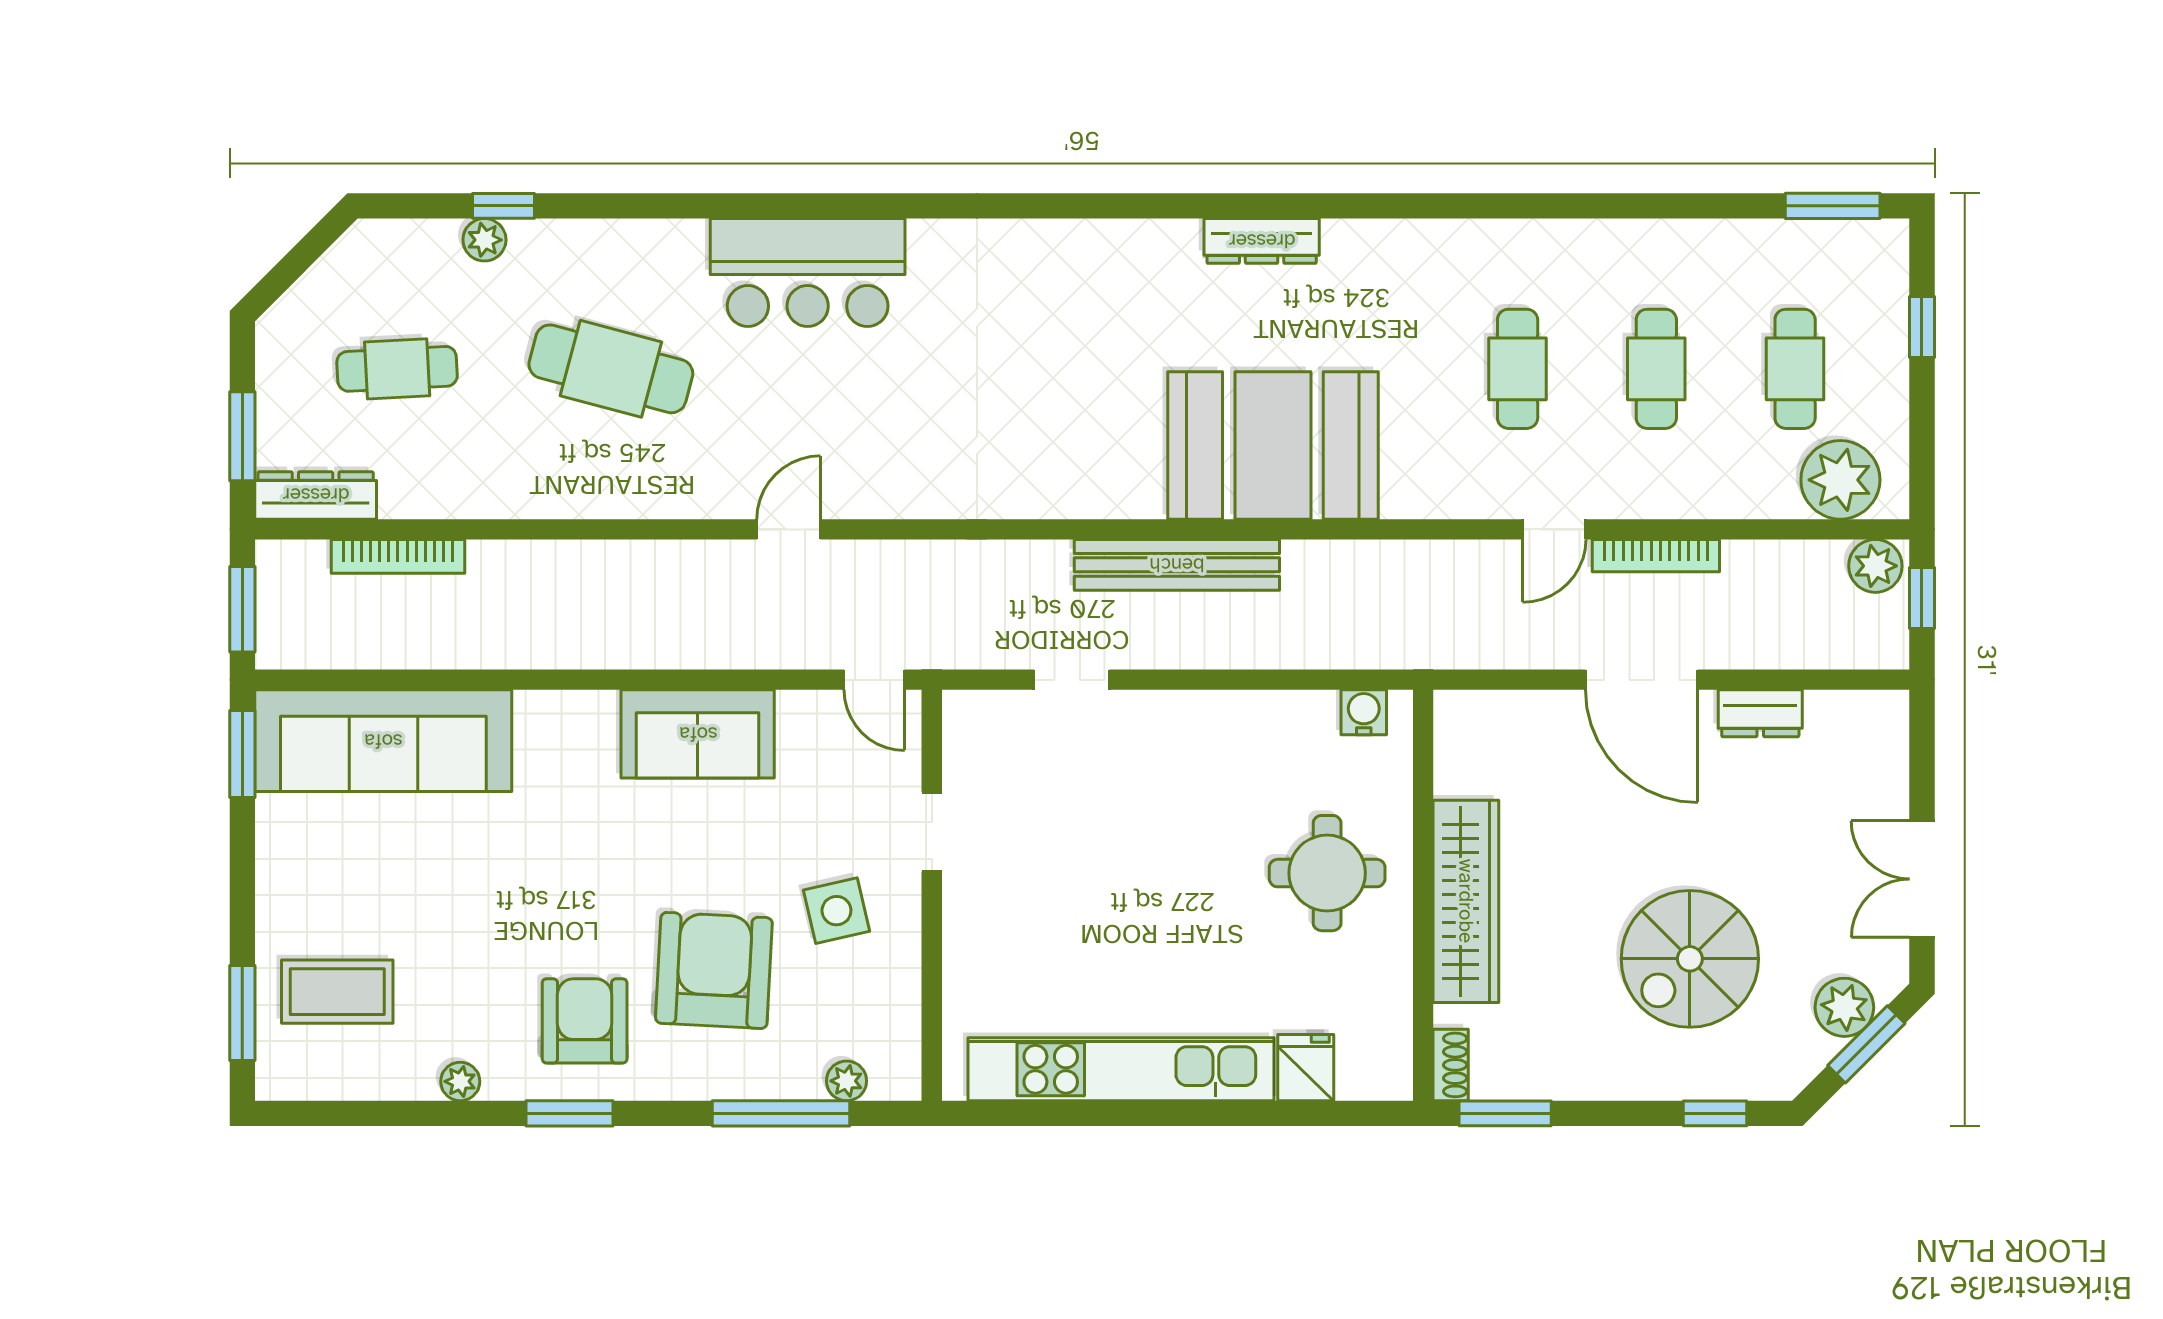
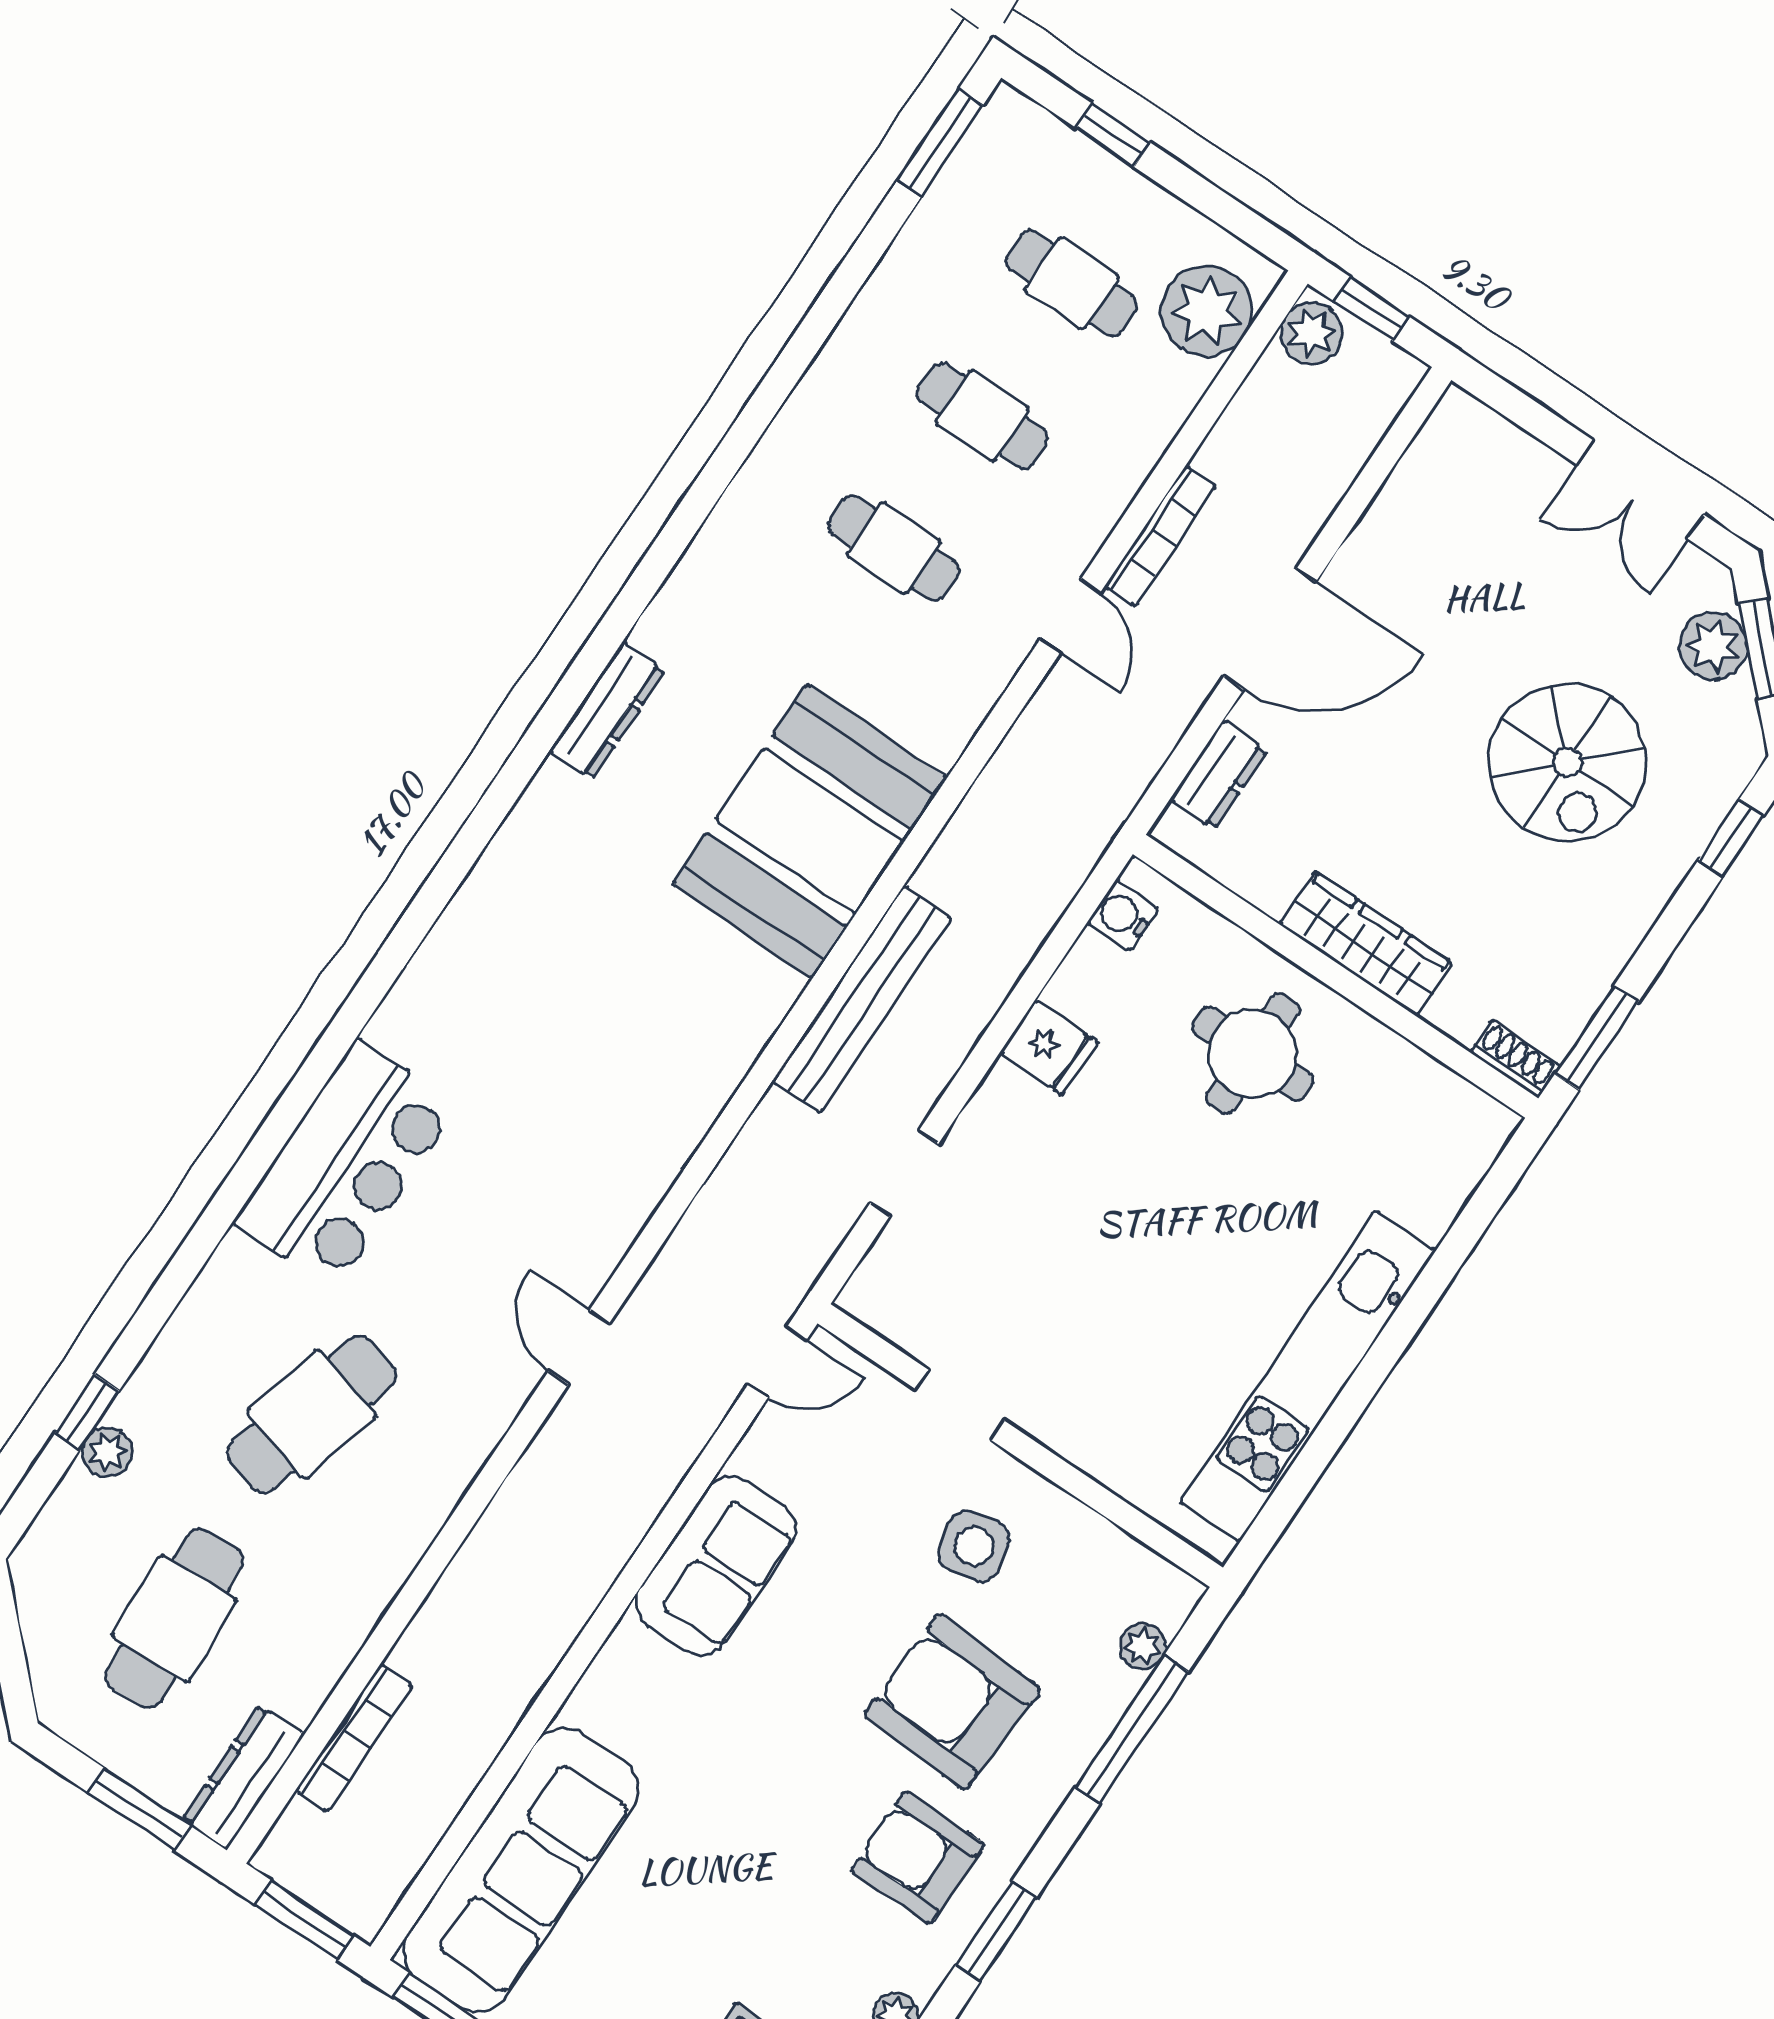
cafe table: (397, 369) -> (174, 1618), width x1.37, depth x1.35
dresser: (1760, 713) -> (1219, 775), moved
wardrobe: (1466, 901) -> (1366, 944), width x0.71, depth x0.85
fridge: (1306, 1068) -> (1049, 1047), moved, turned 180

